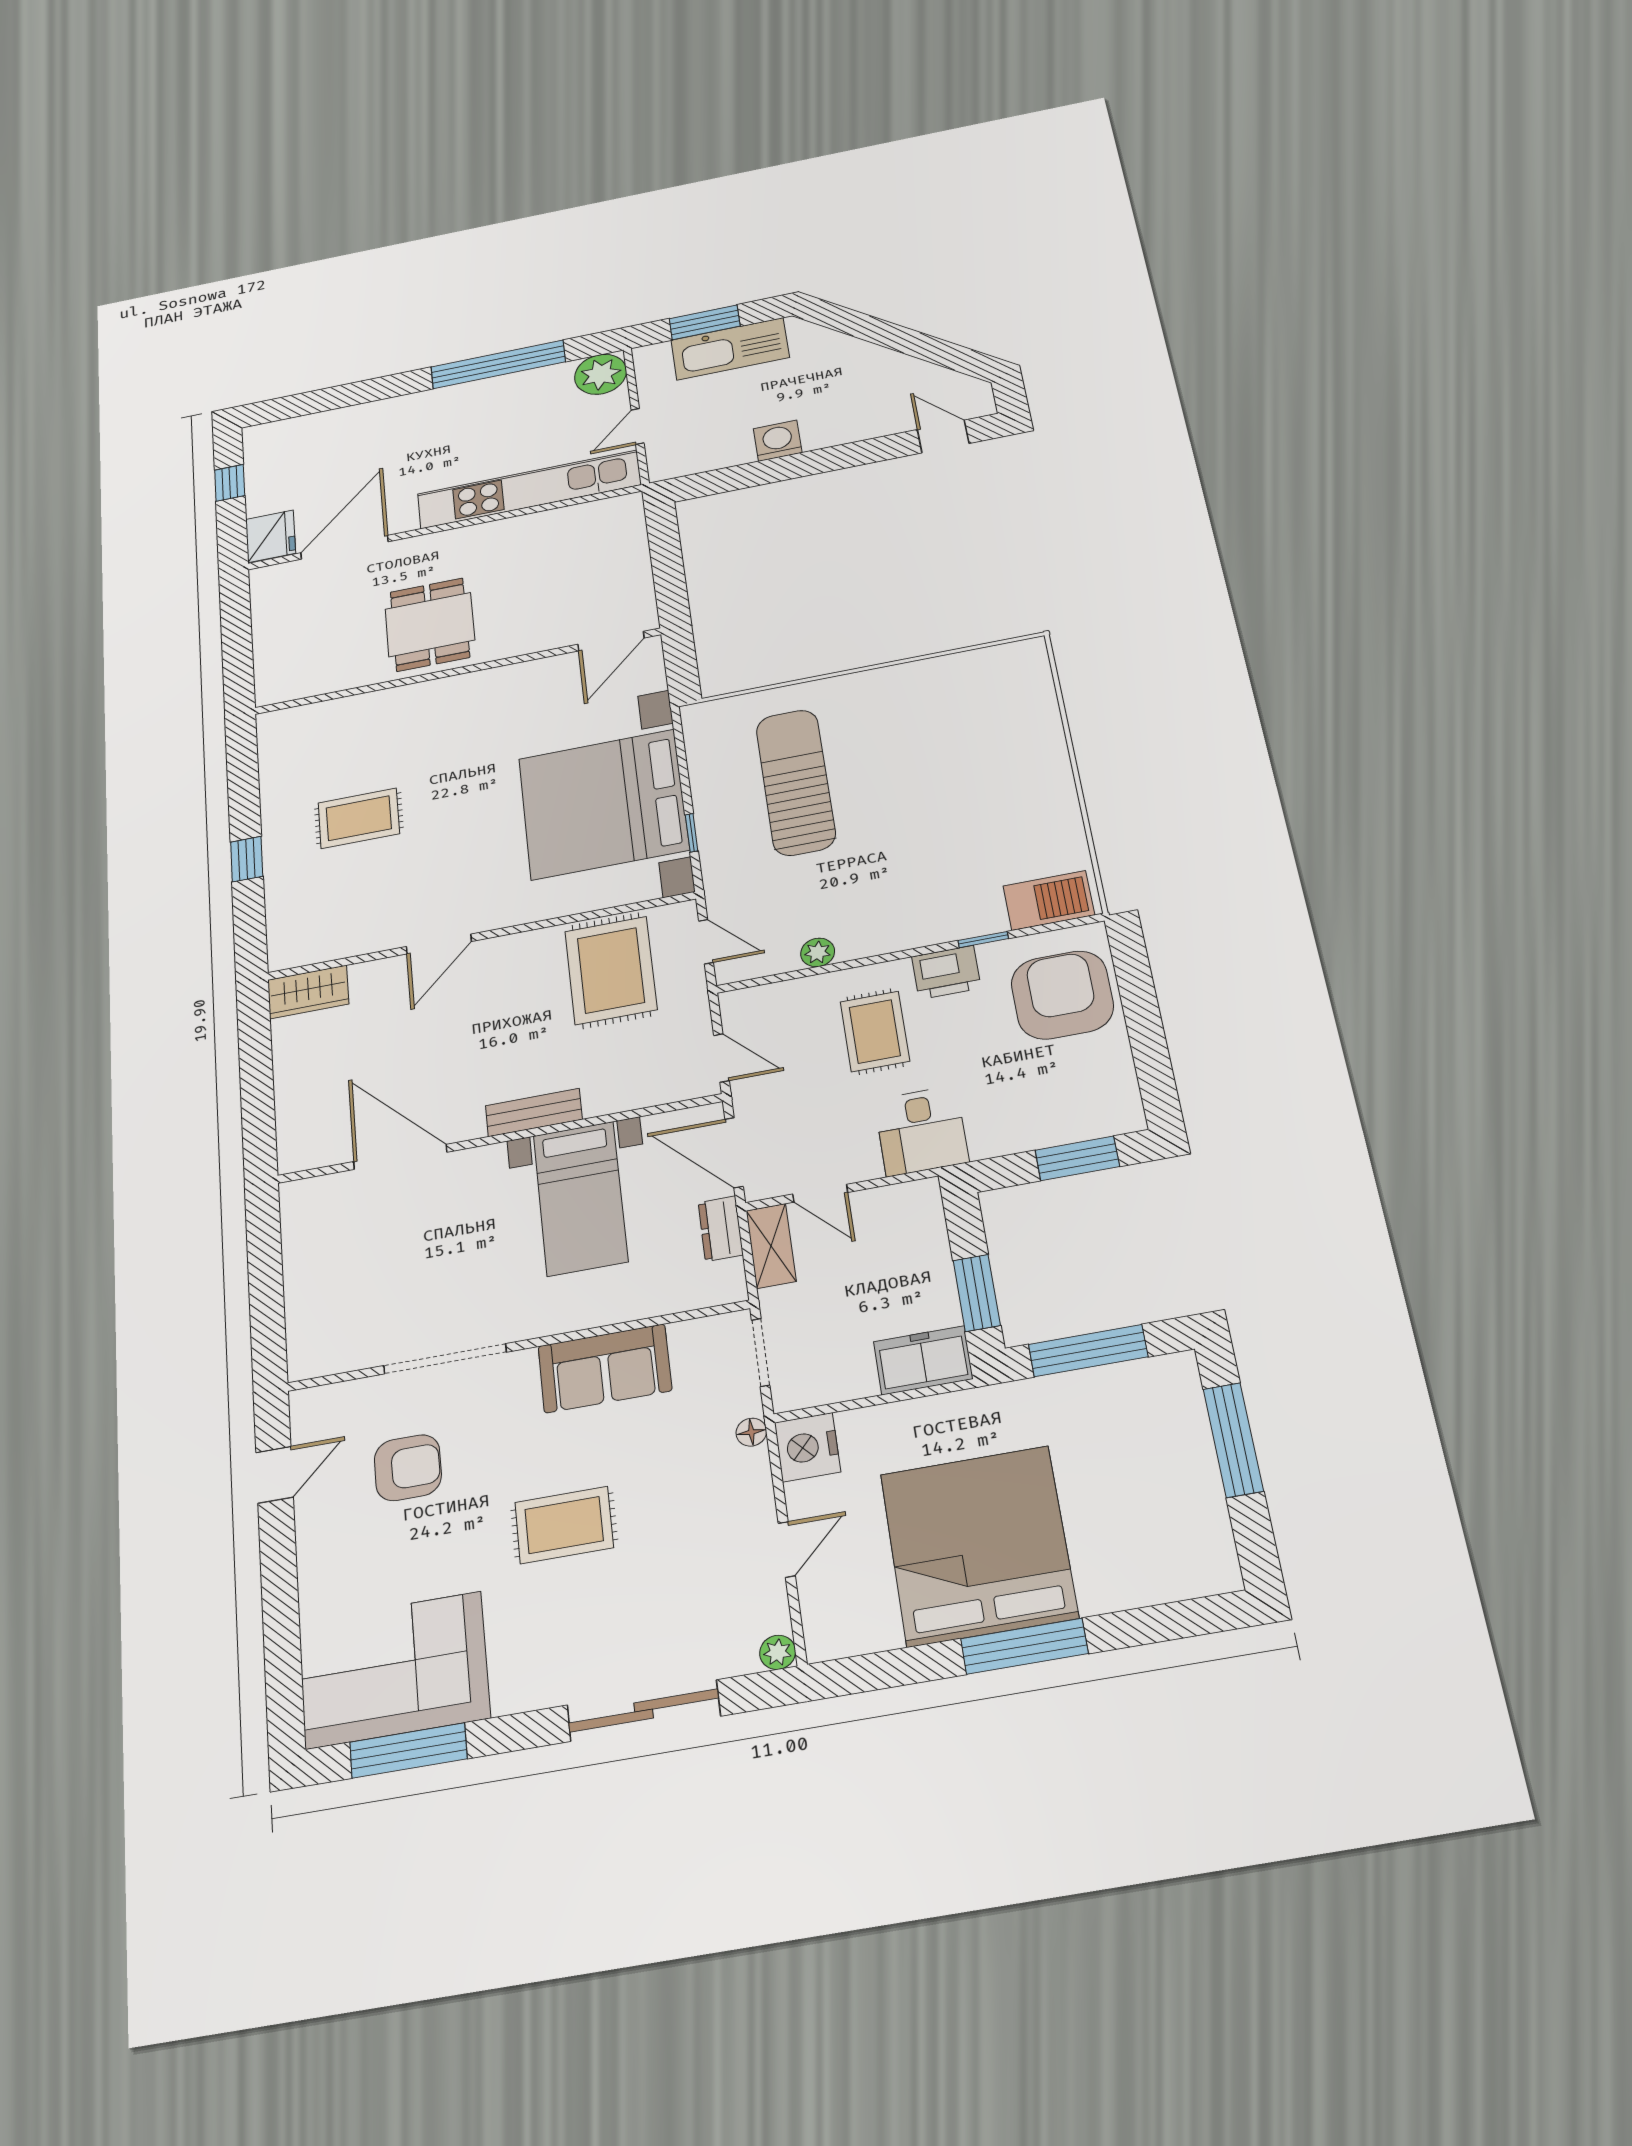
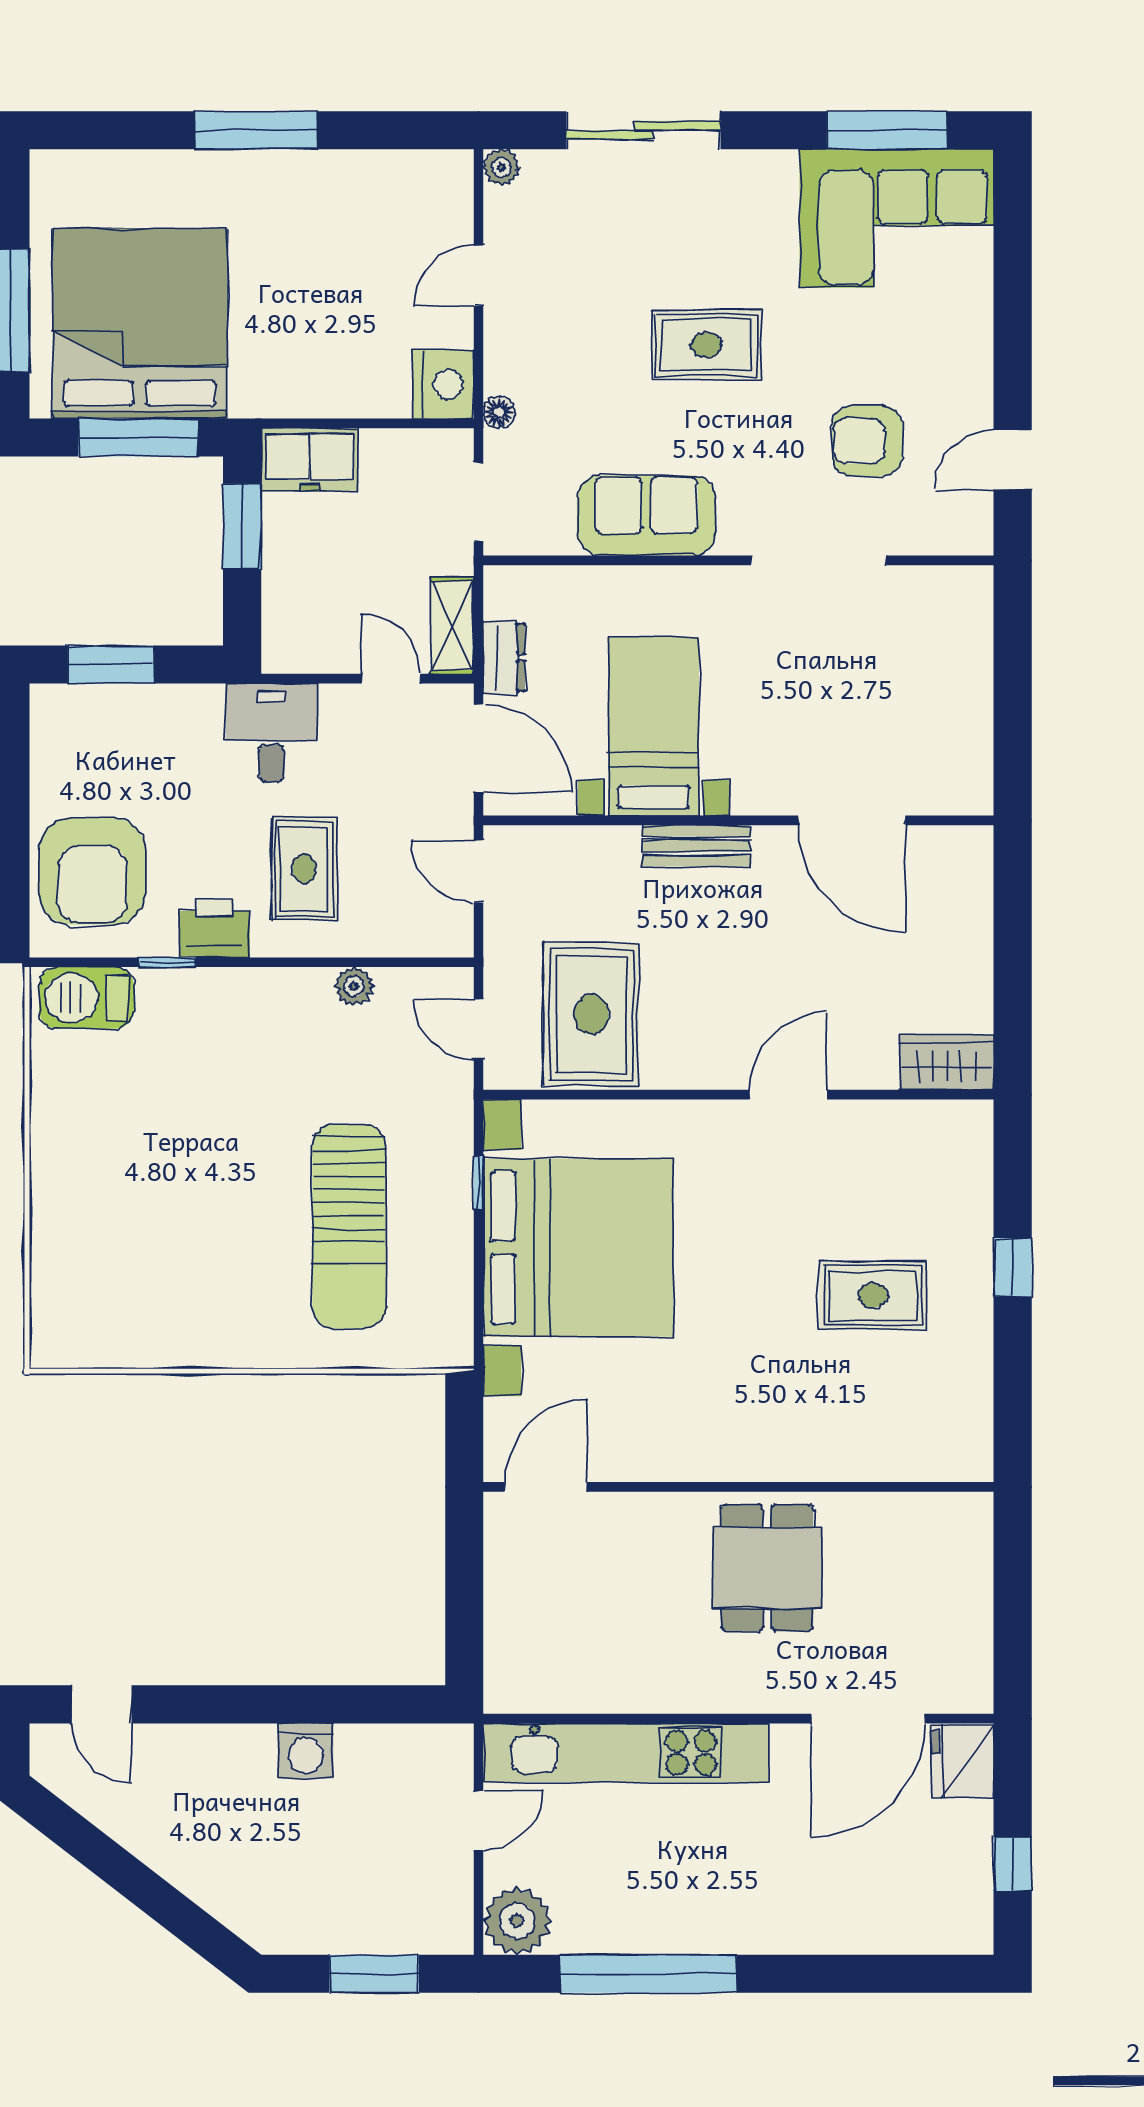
kitchen sink: (730, 349) -> (347, 1920), removed
bed: (978, 1546) -> (140, 324), moved, turned 180

